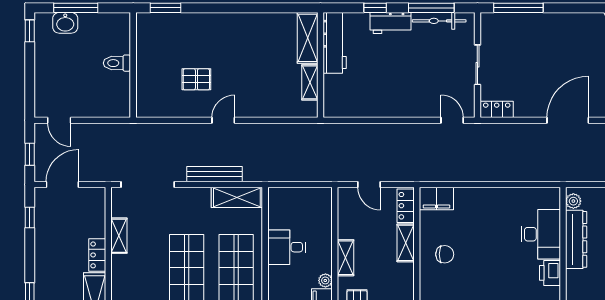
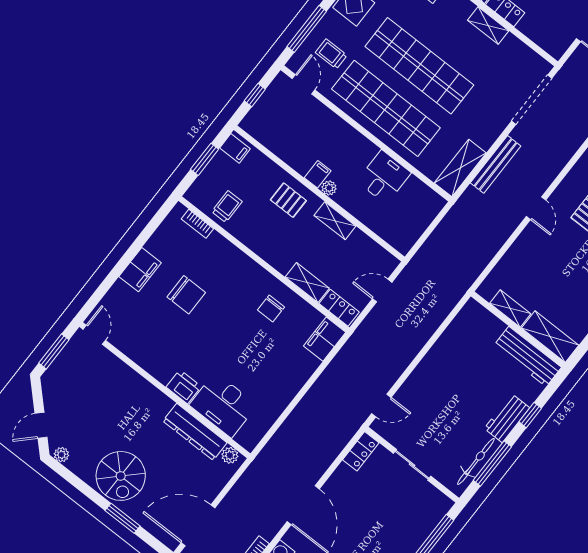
shelving: (119, 236) -> (488, 25), moved

